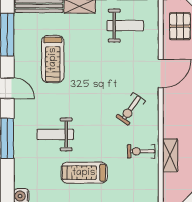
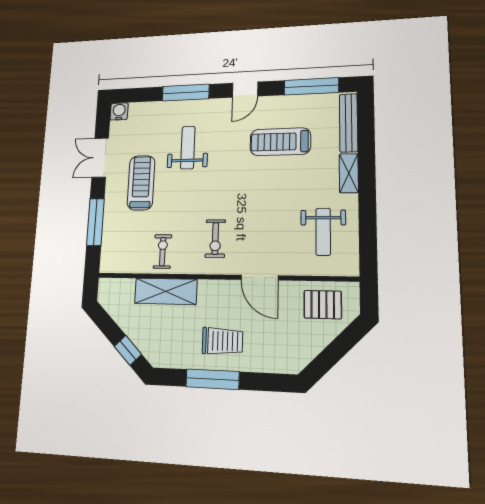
exercise bike: (131, 109) -> (215, 239), turned -125
shelving: (170, 155) -> (166, 291), width x1.50, depth x1.33

